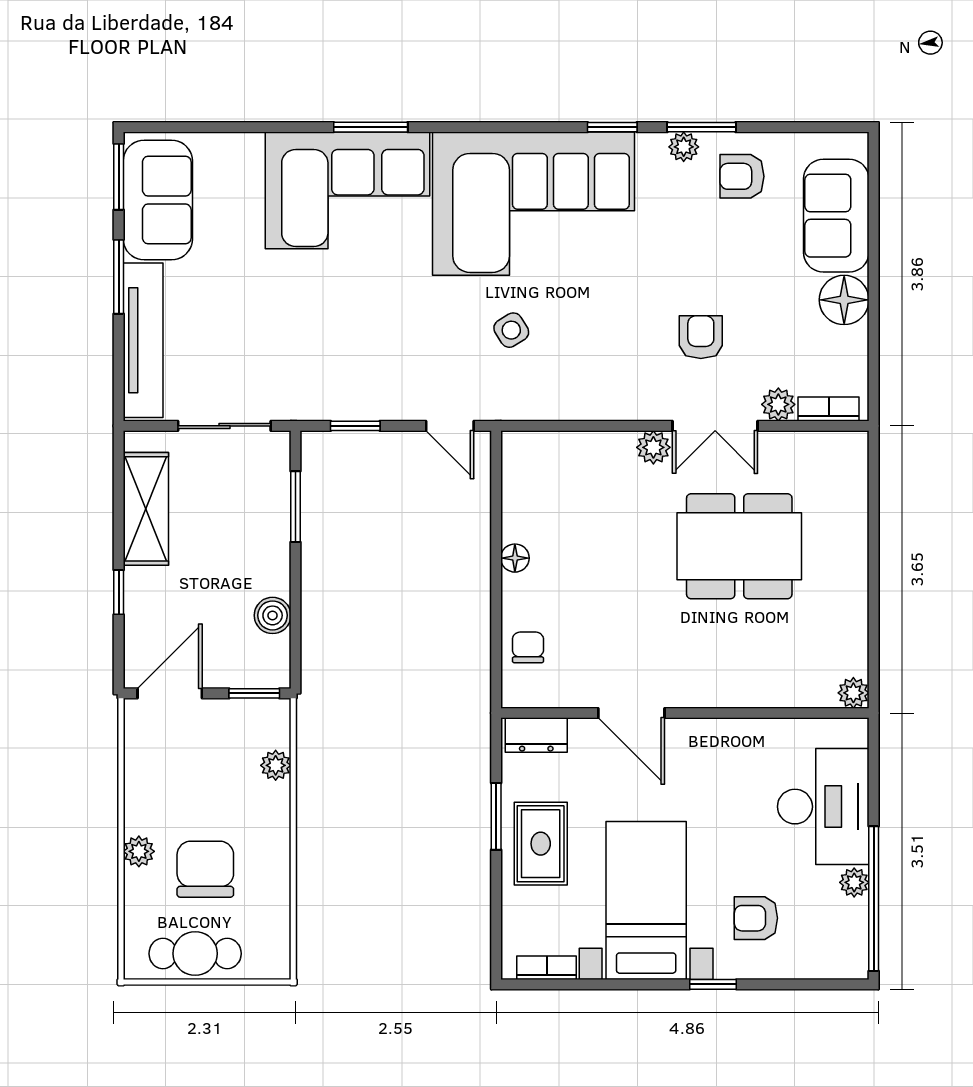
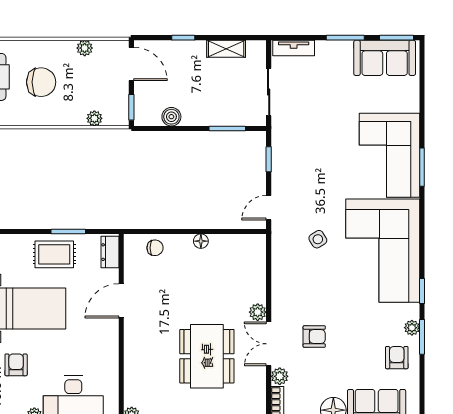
tv unit: (143, 340) -> (294, 48), width x0.52, depth x0.78
shelving: (146, 509) -> (226, 49), width x0.67, depth x0.75
plant: (139, 851) -> (85, 48), moved

